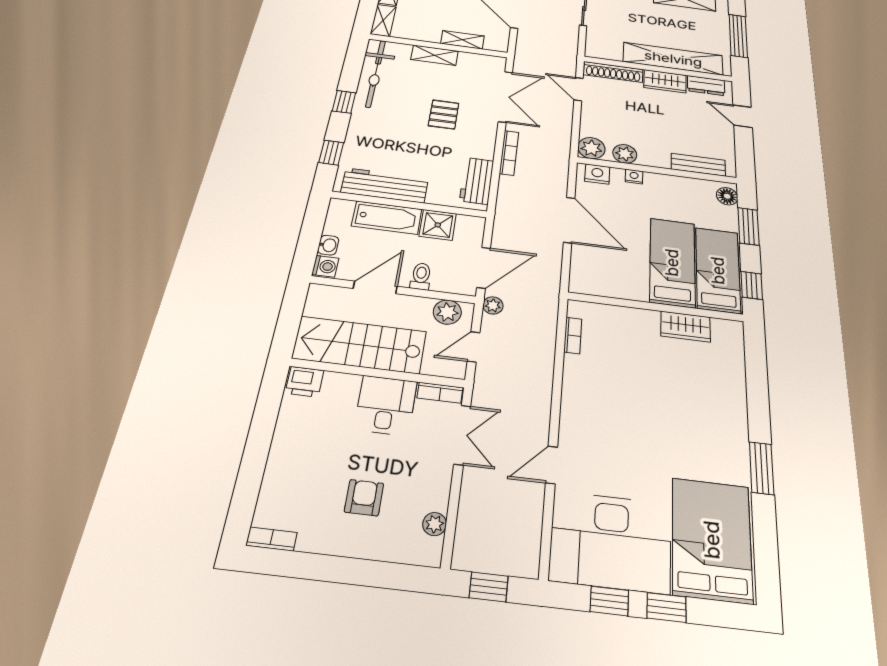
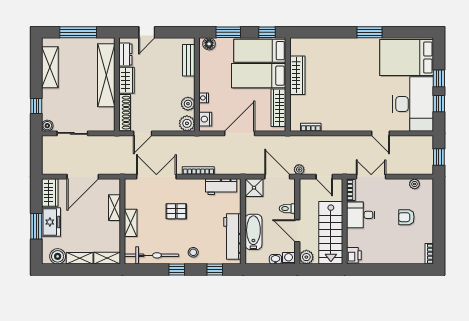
stool: (369, 127) -> (193, 252), added
shower: (438, 225) -> (254, 188), moved
wardrobe: (612, 286) -> (278, 108), added
plant: (447, 312) -> (306, 257), moved
wardrobe: (686, 326) -> (297, 75), width x1.50

